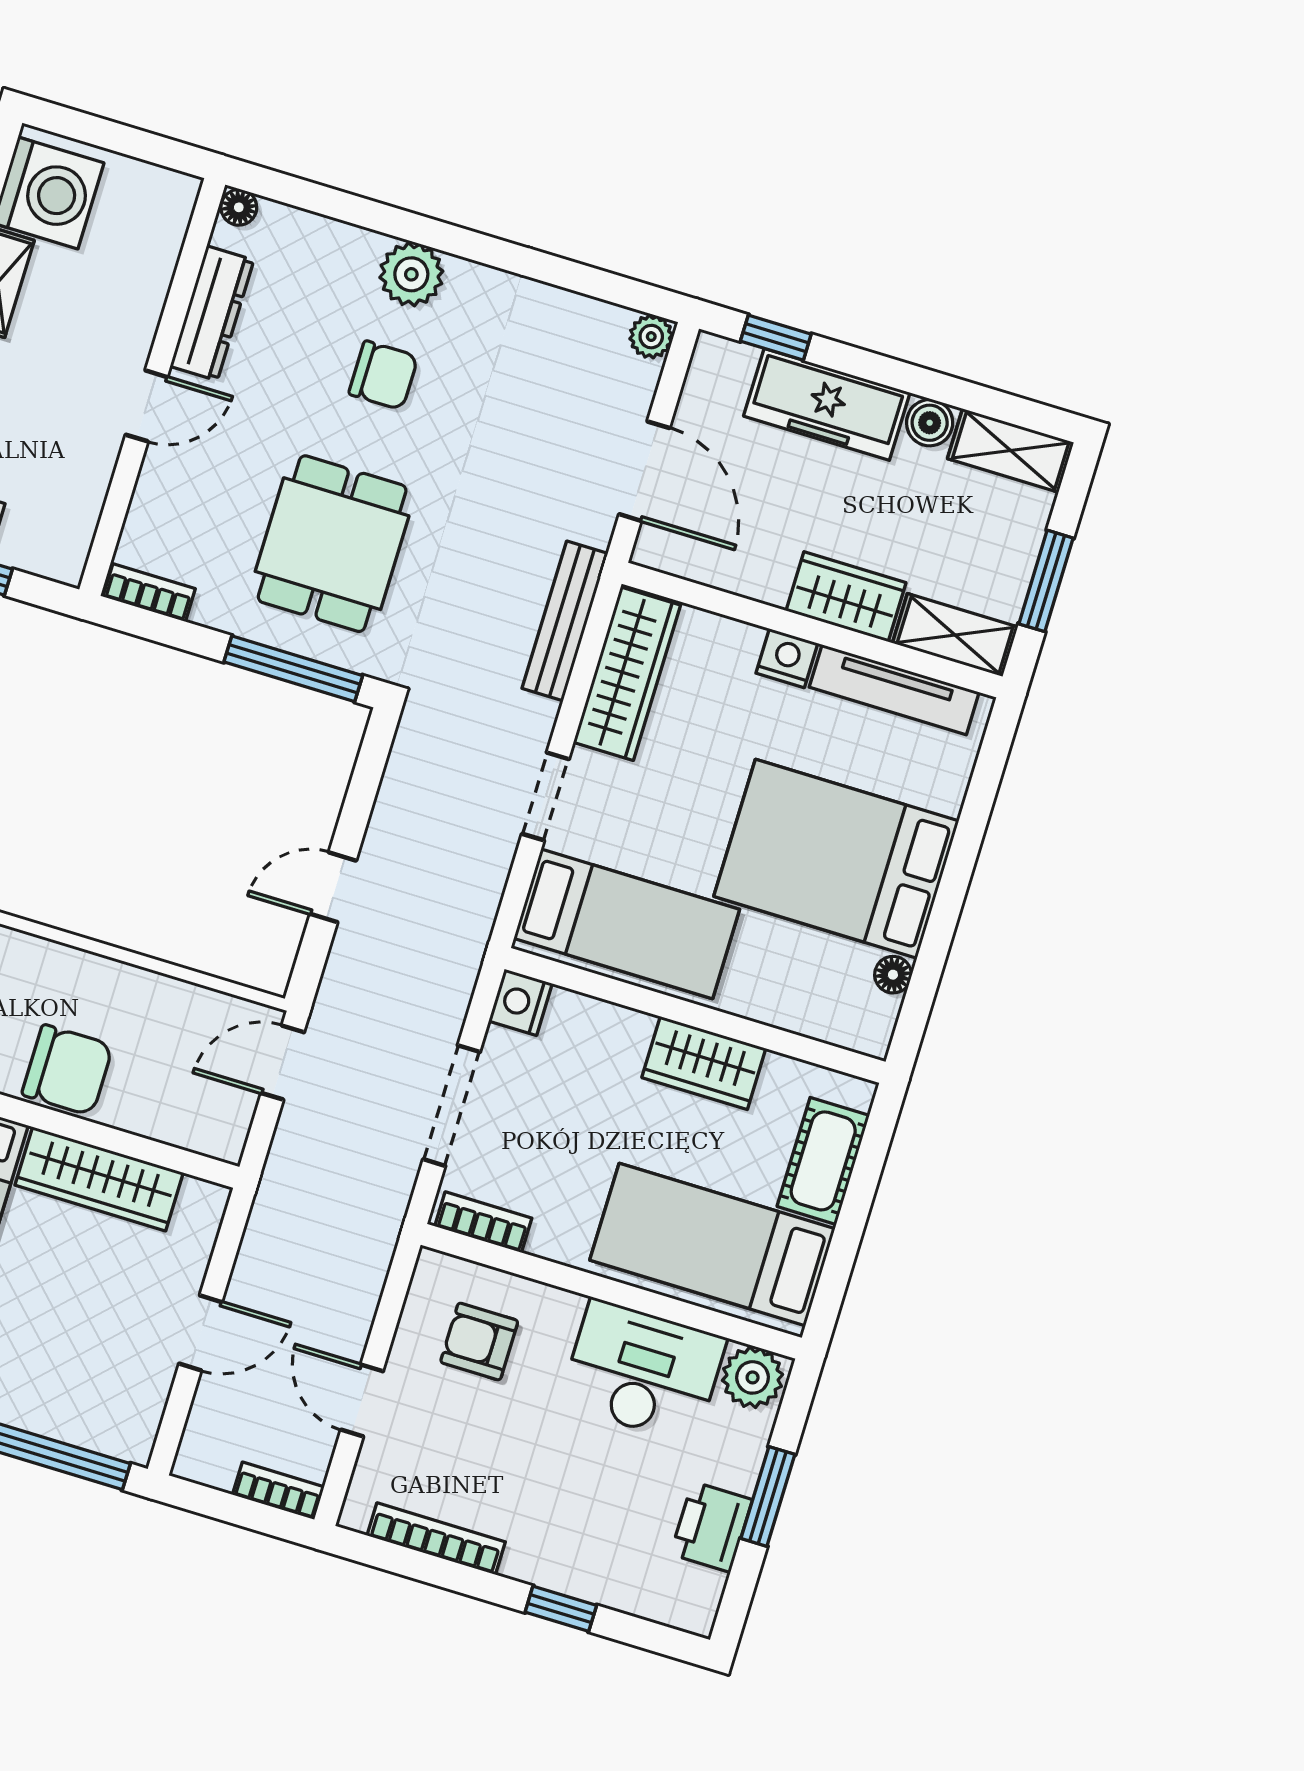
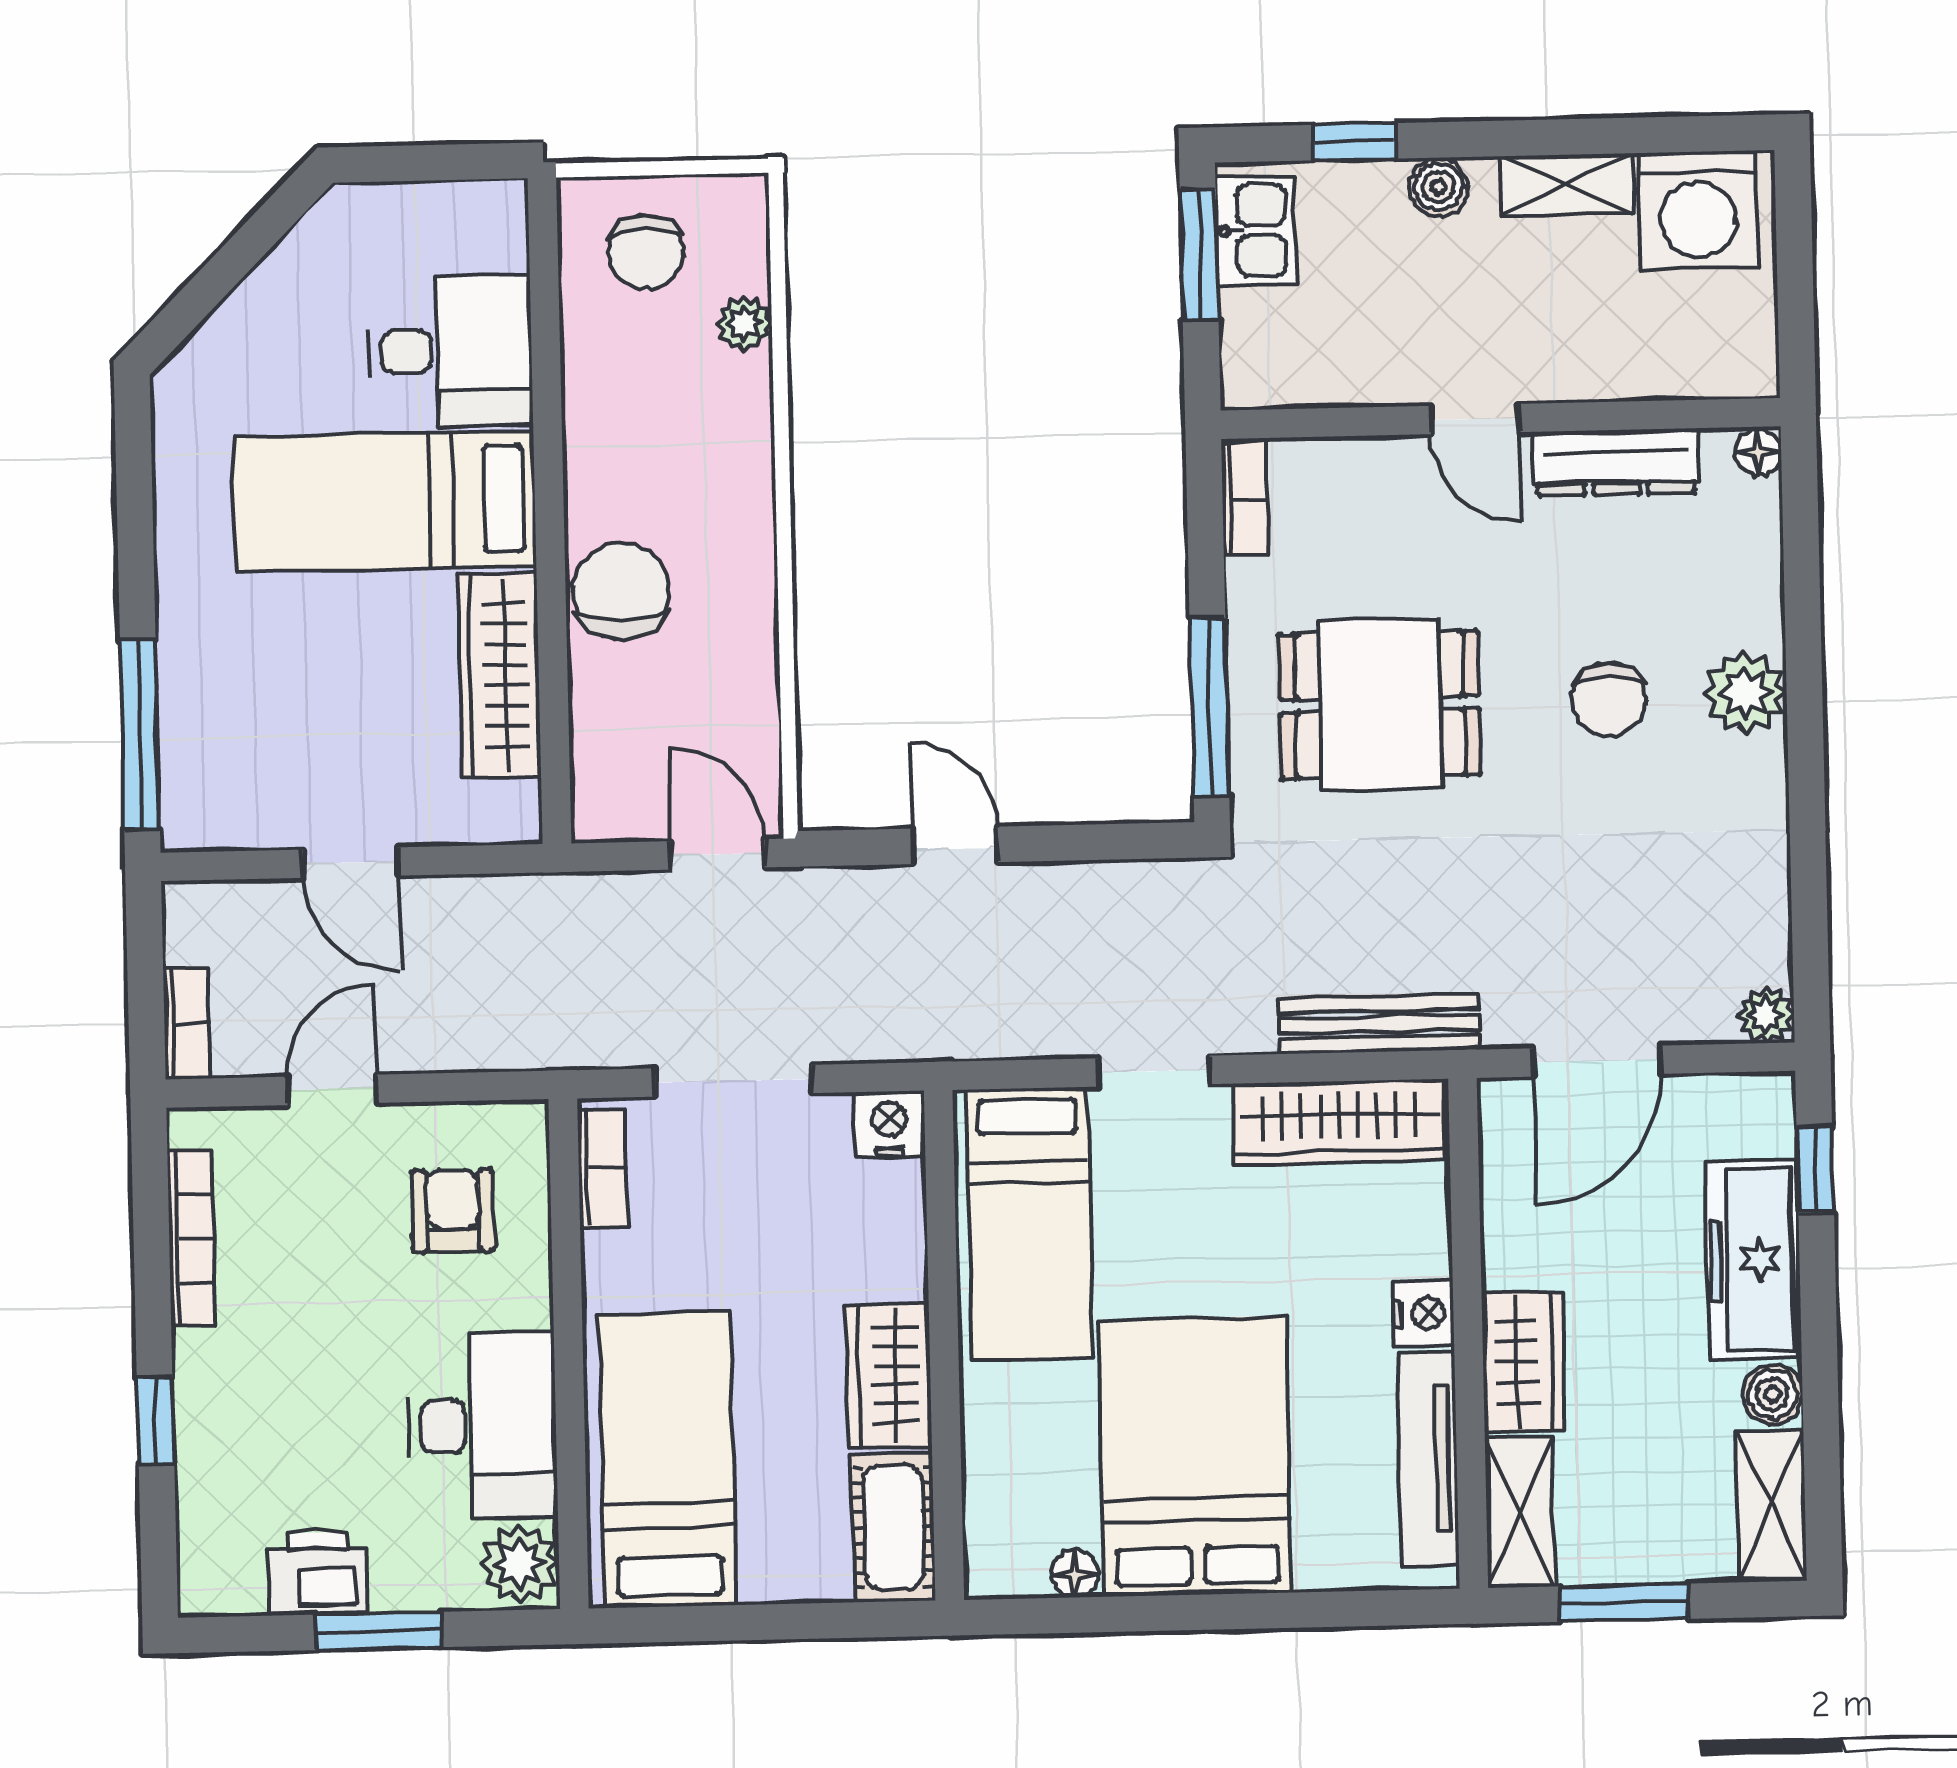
chair: (67, 1070) -> (621, 591), turned 180
cot: (823, 1161) -> (894, 1527), moved, turned 90

